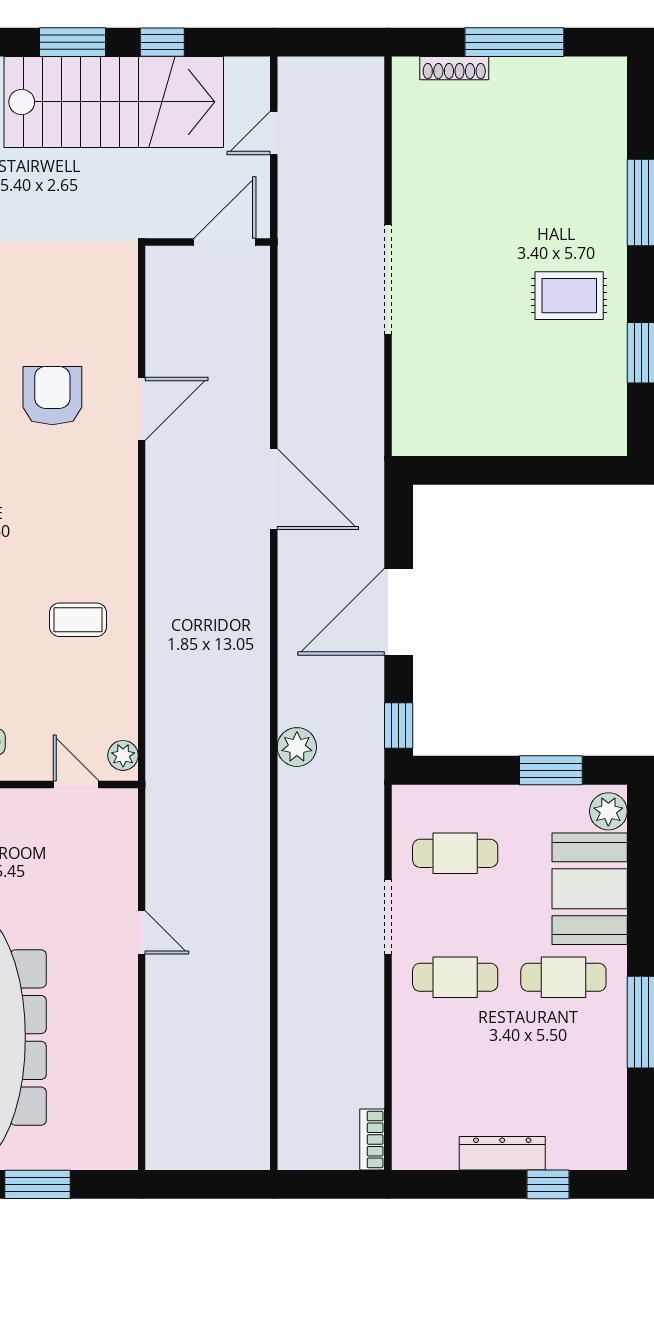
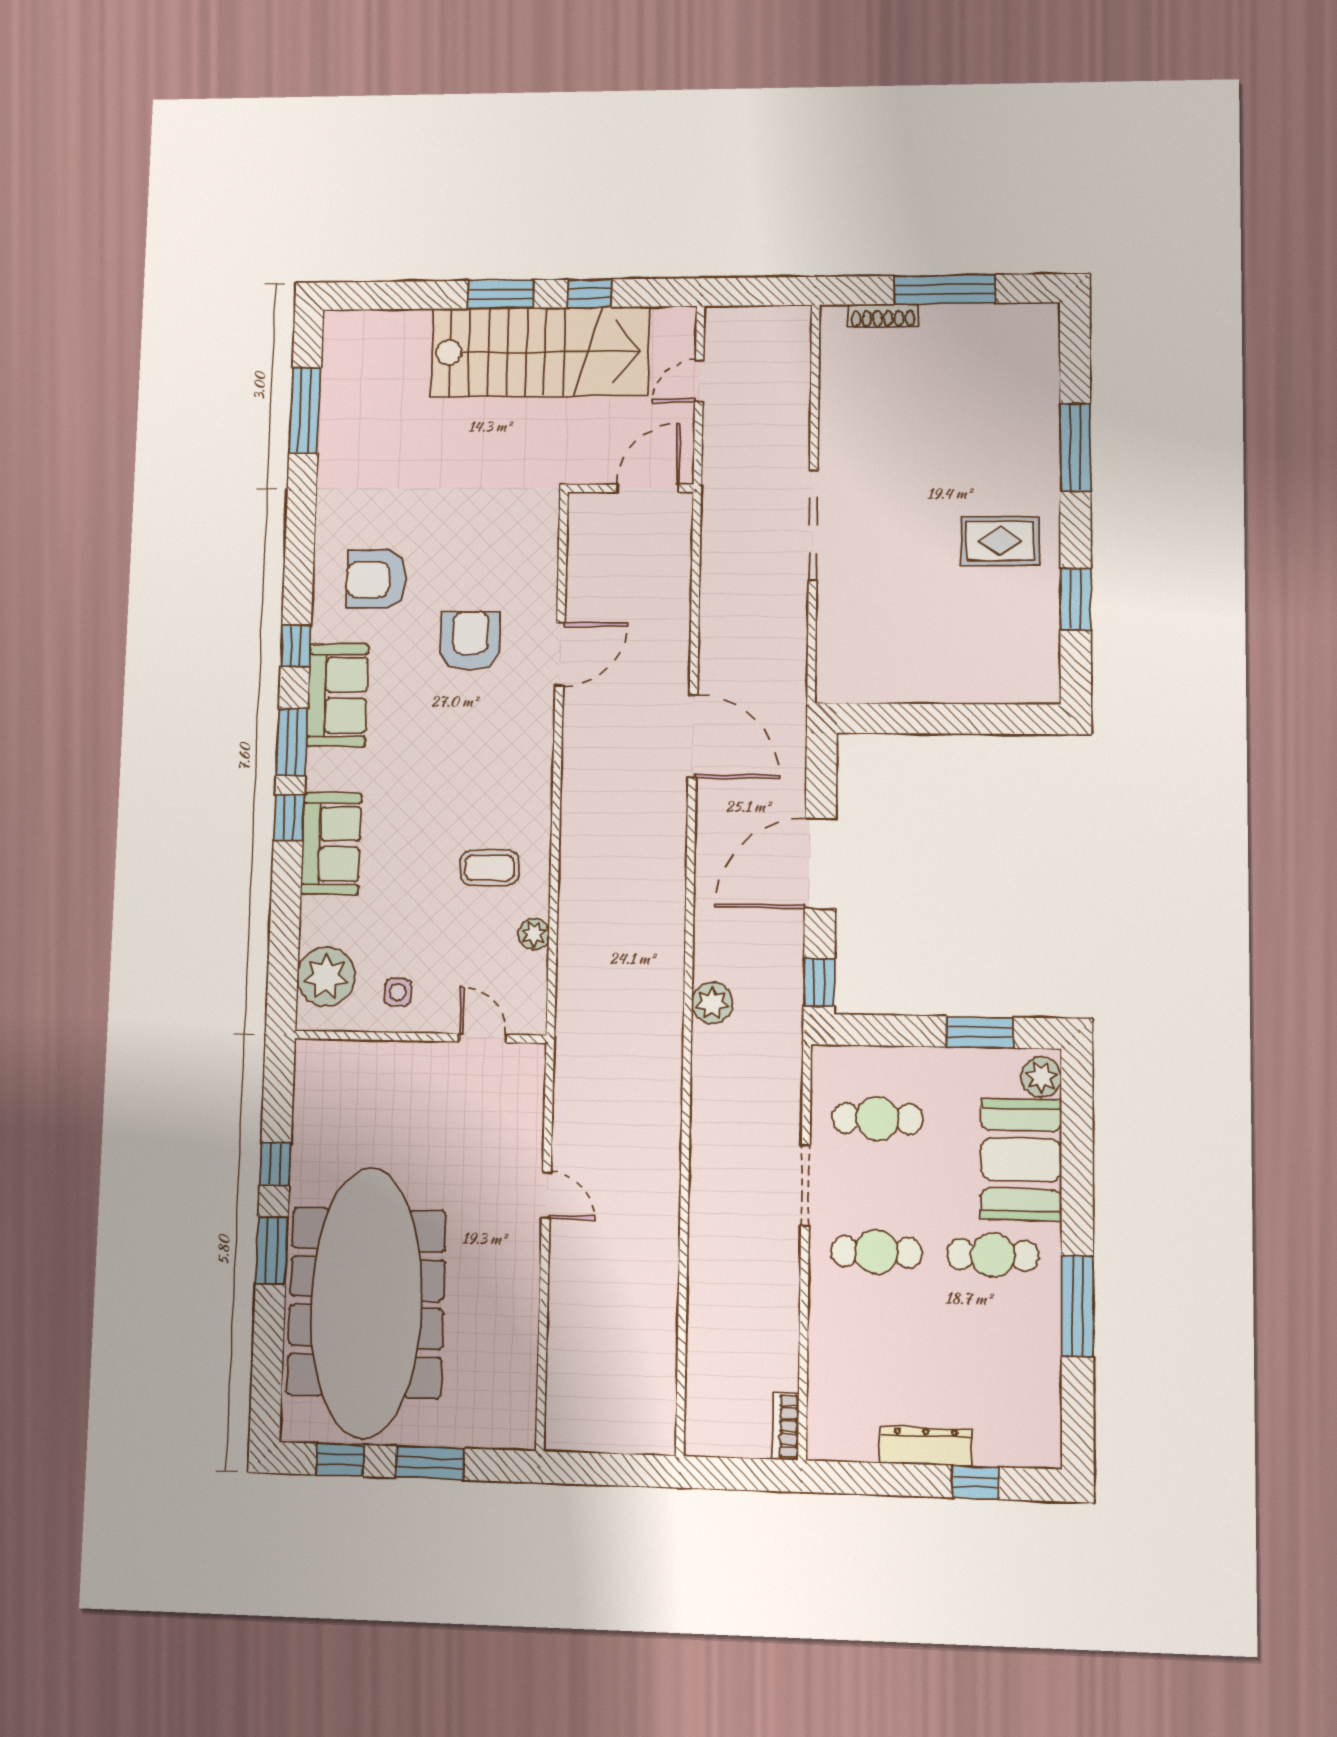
plant: (123, 755) -> (534, 934), moved

